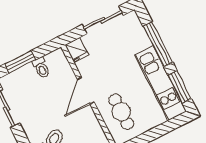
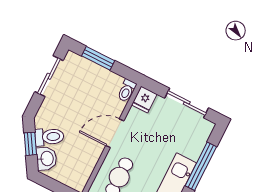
toilet: (41, 68) -> (127, 91), moved

